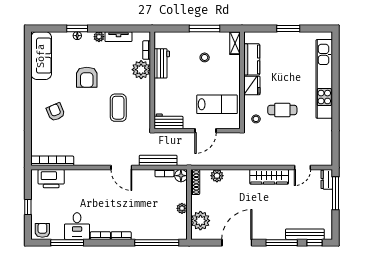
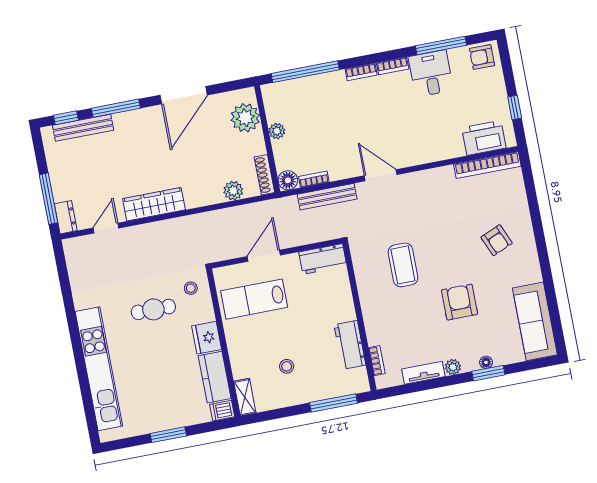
window: (205, 28) -> (333, 403), moved
dishwasher: (251, 37) -> (222, 411), added
plant: (141, 70) -> (379, 329), removed
window: (28, 207) -> (515, 108), moved
armchair: (42, 230) -> (482, 57), turned 90

